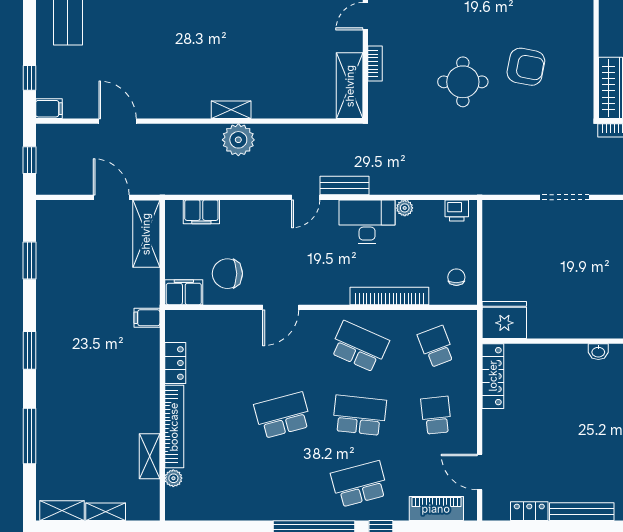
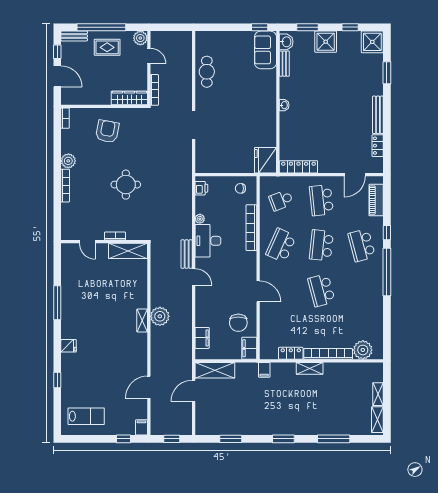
armchair: (526, 67) -> (107, 131), moved
school desk: (436, 415) -> (321, 200), width x1.85
shelving: (150, 456) -> (310, 368), moved
plant: (173, 478) -> (363, 350), width x1.87, depth x1.87

